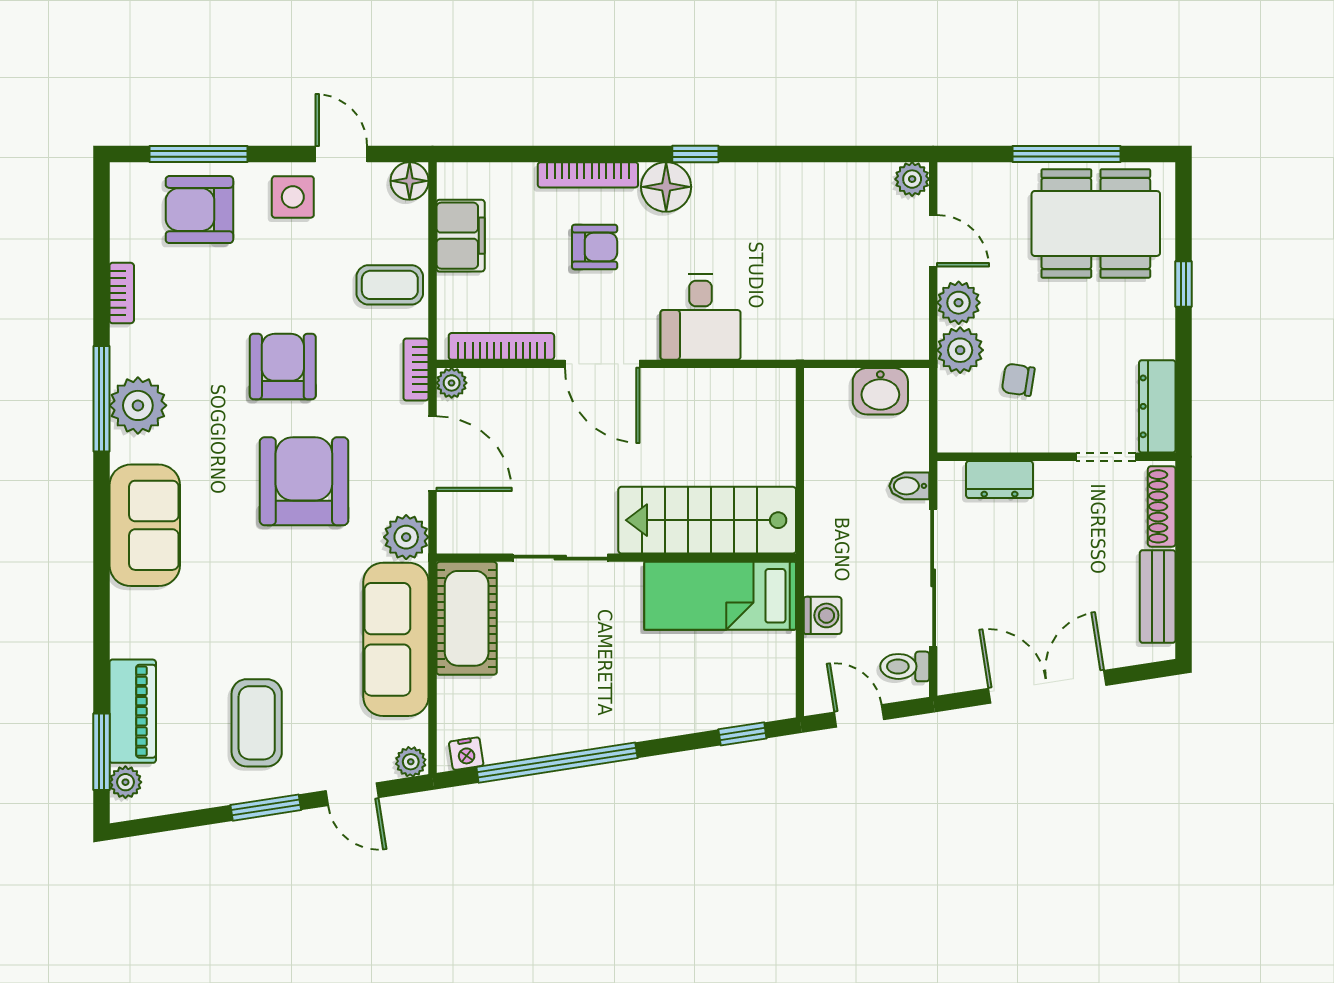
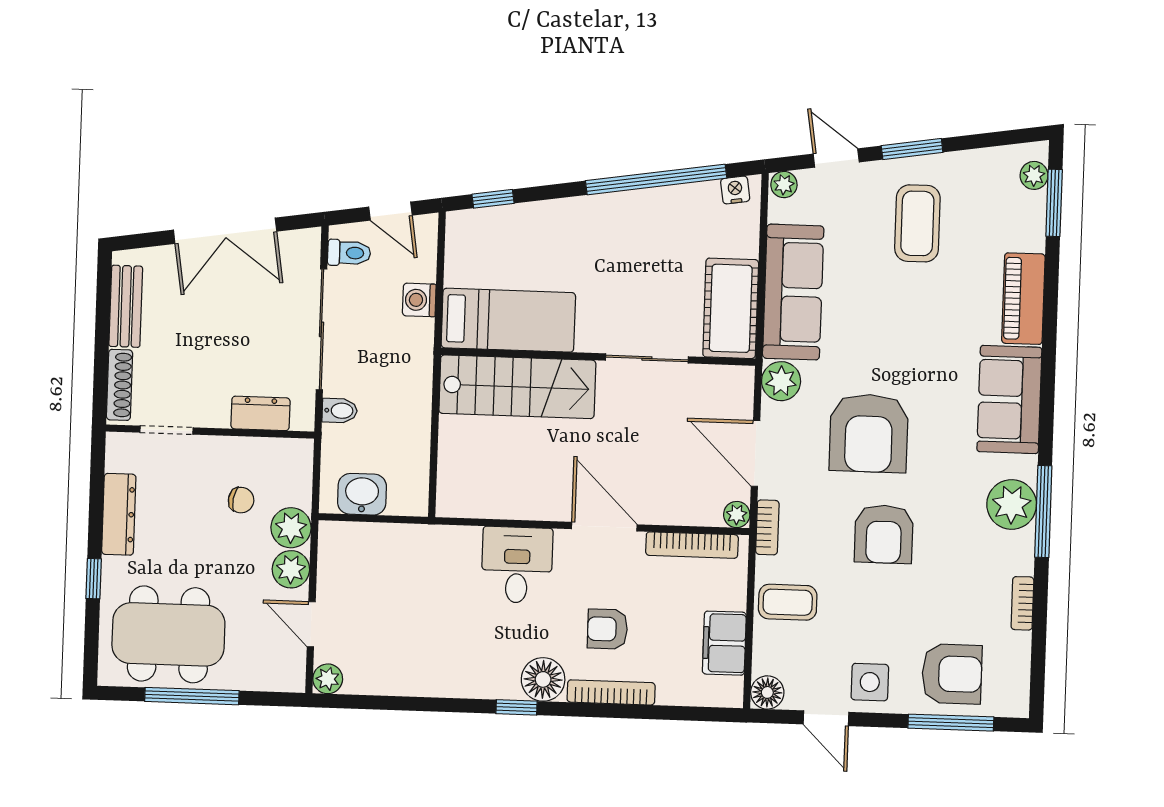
dresser: (1157, 406) -> (119, 514), moved
piano: (133, 711) -> (1023, 299), moved

